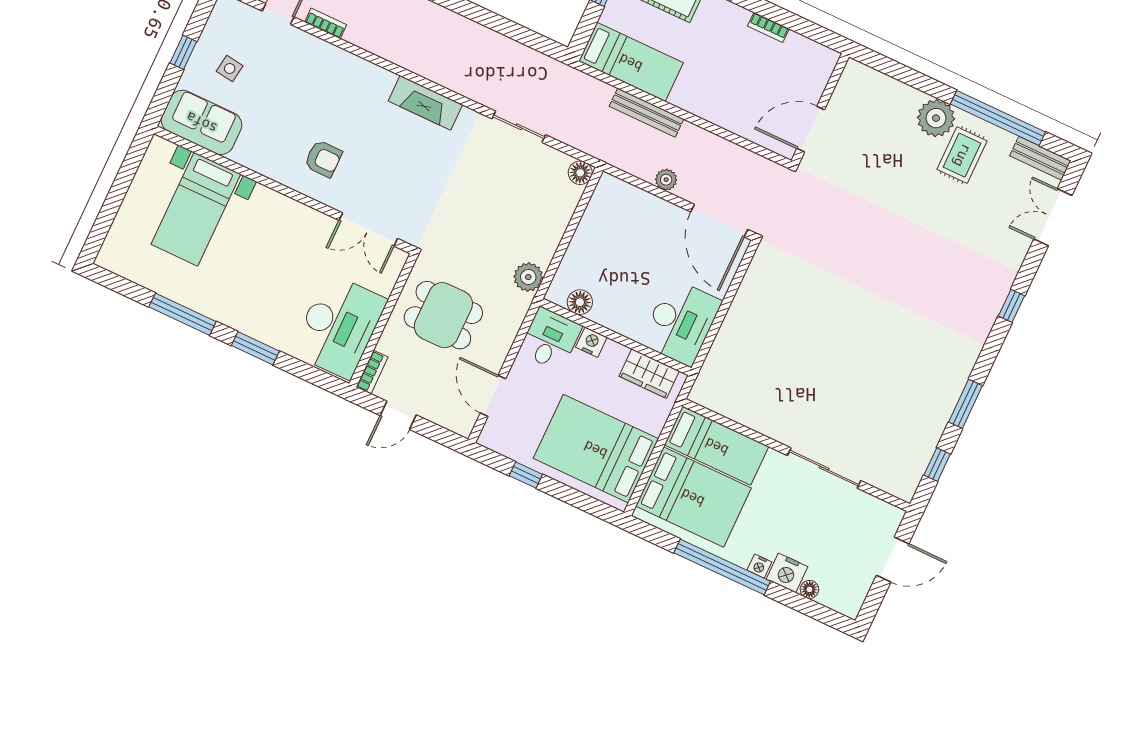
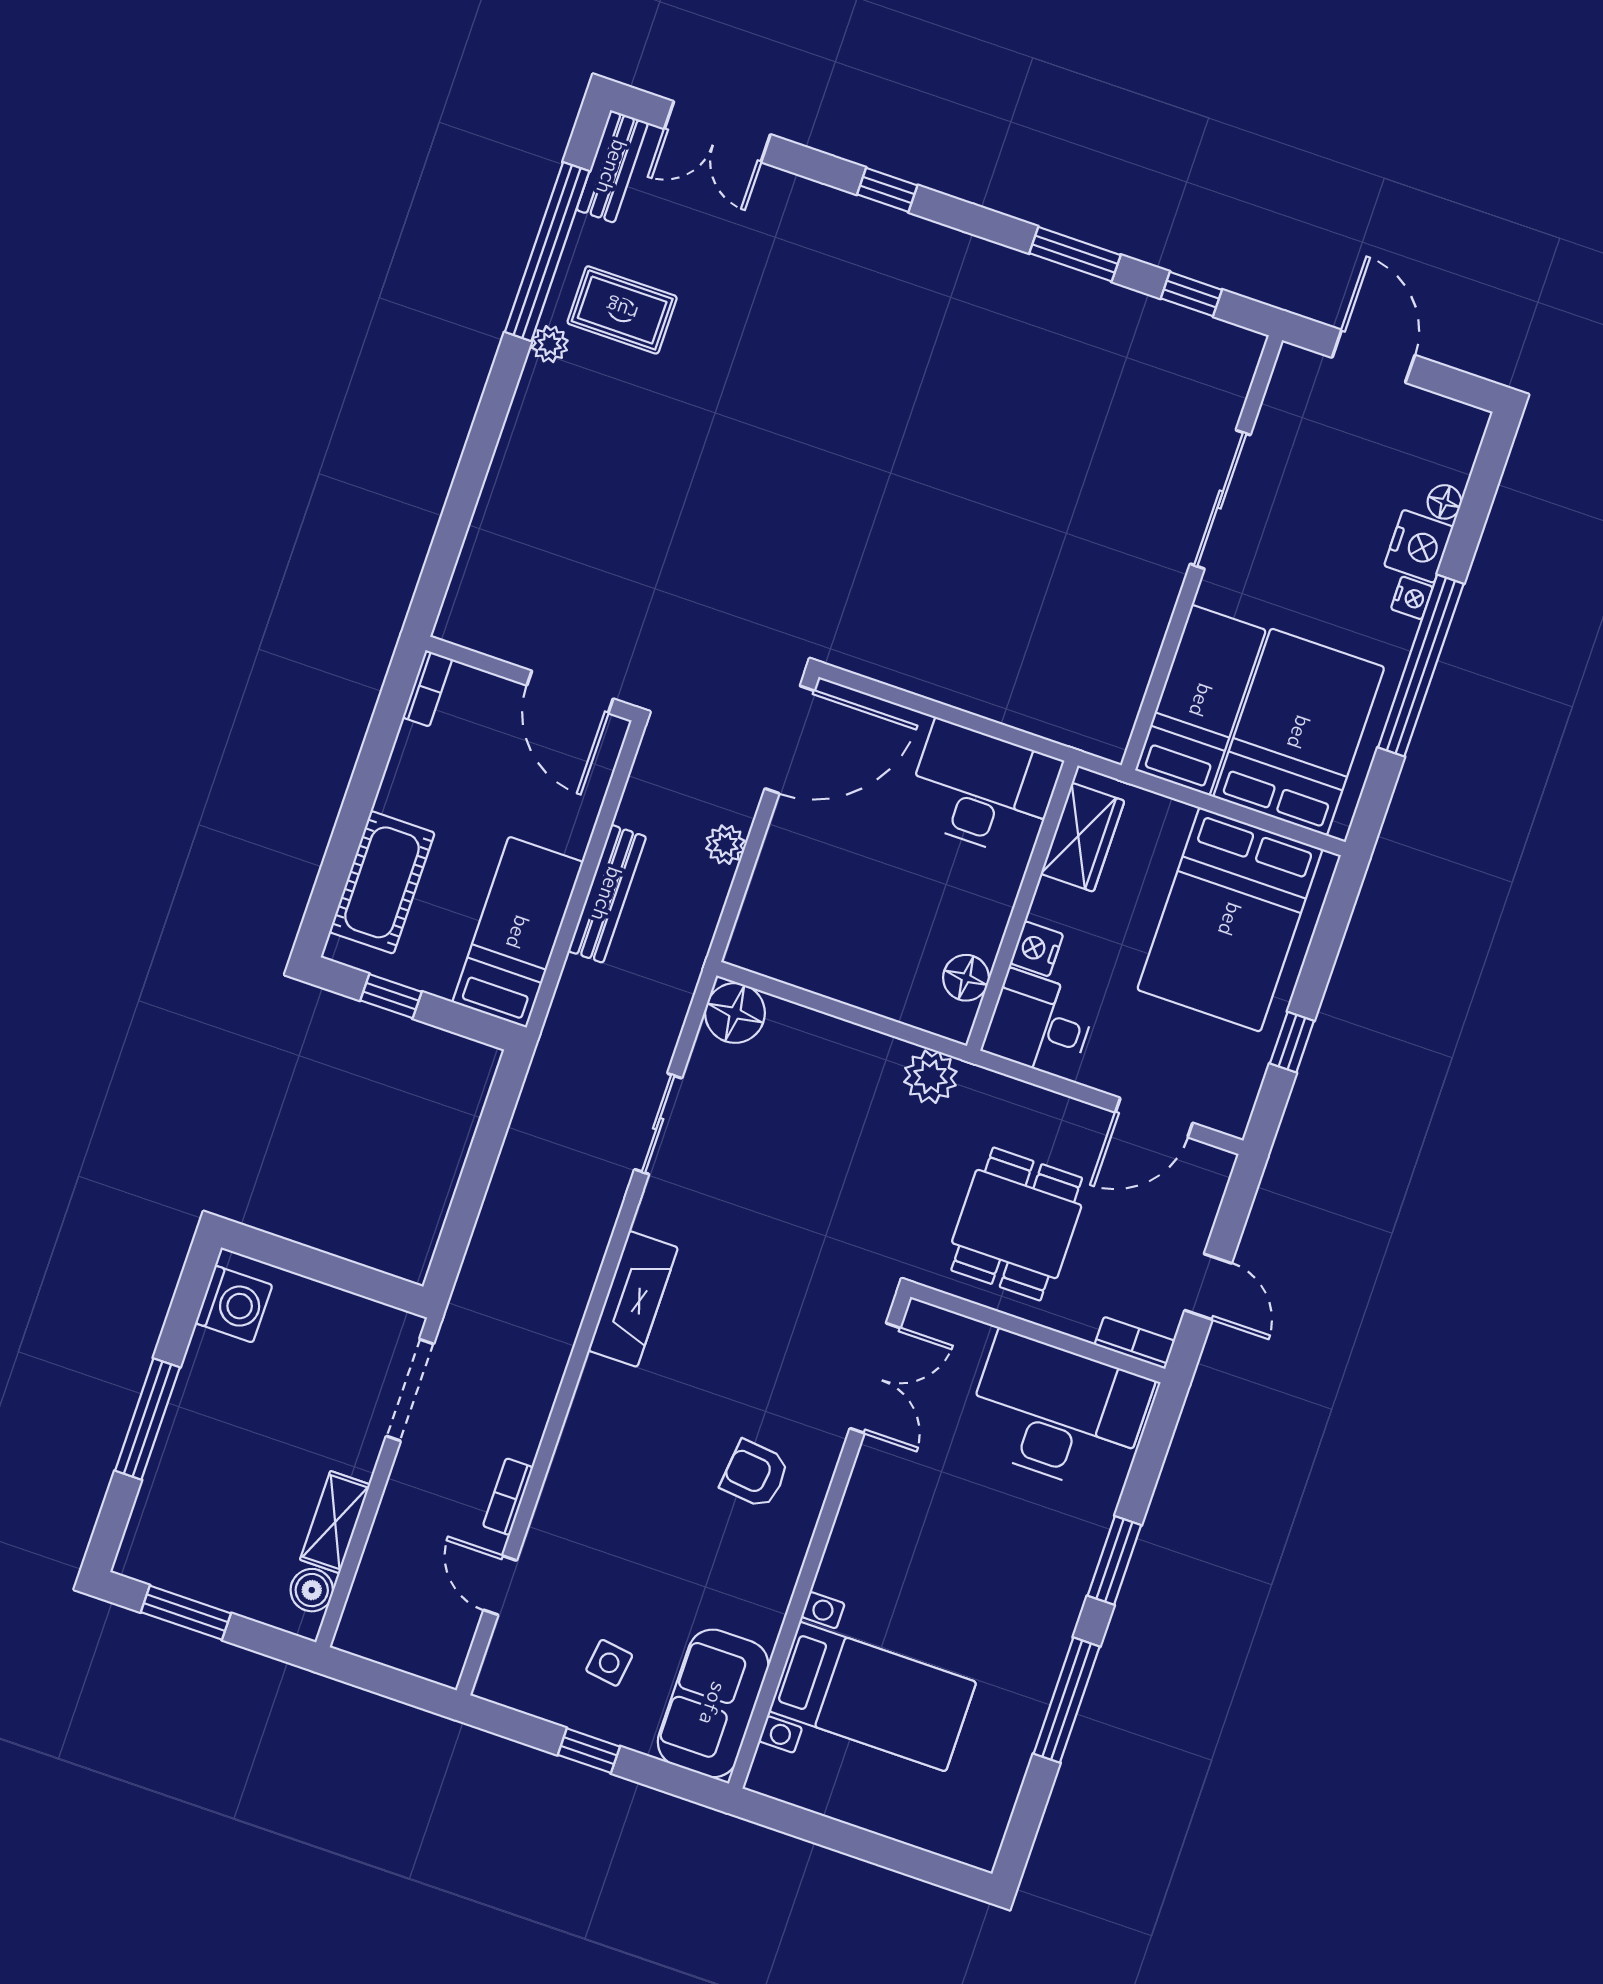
wall: (820, 109) -> (531, 679), moved
plant: (936, 118) -> (550, 344), width x0.53, depth x0.53
door: (811, 129) -> (570, 692), moved
armchair: (323, 159) -> (755, 1474), turned -84
floor lamp: (580, 173) -> (735, 1013), width x1.38, depth x1.38

